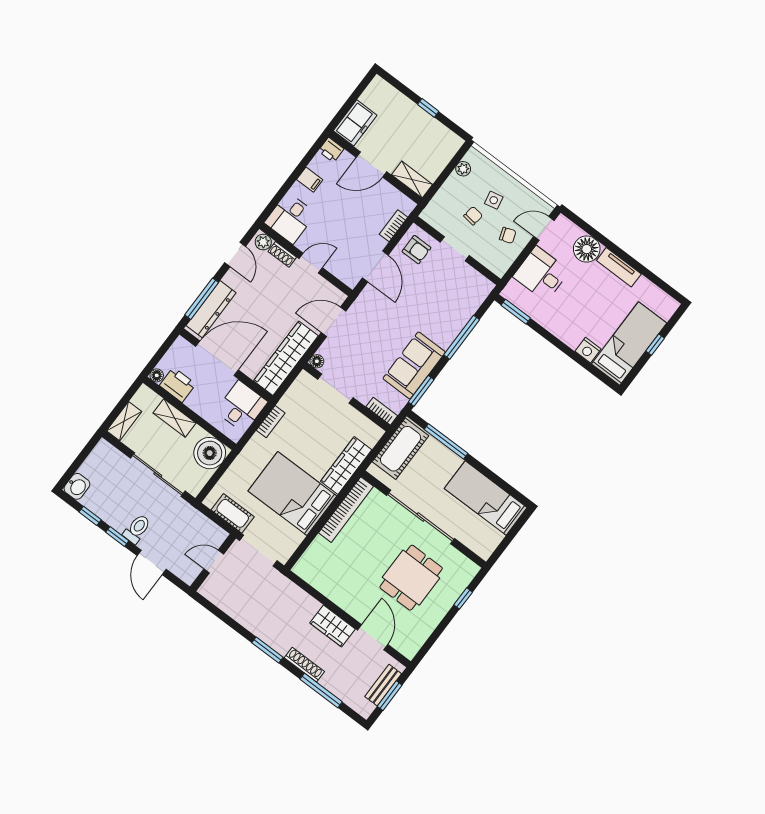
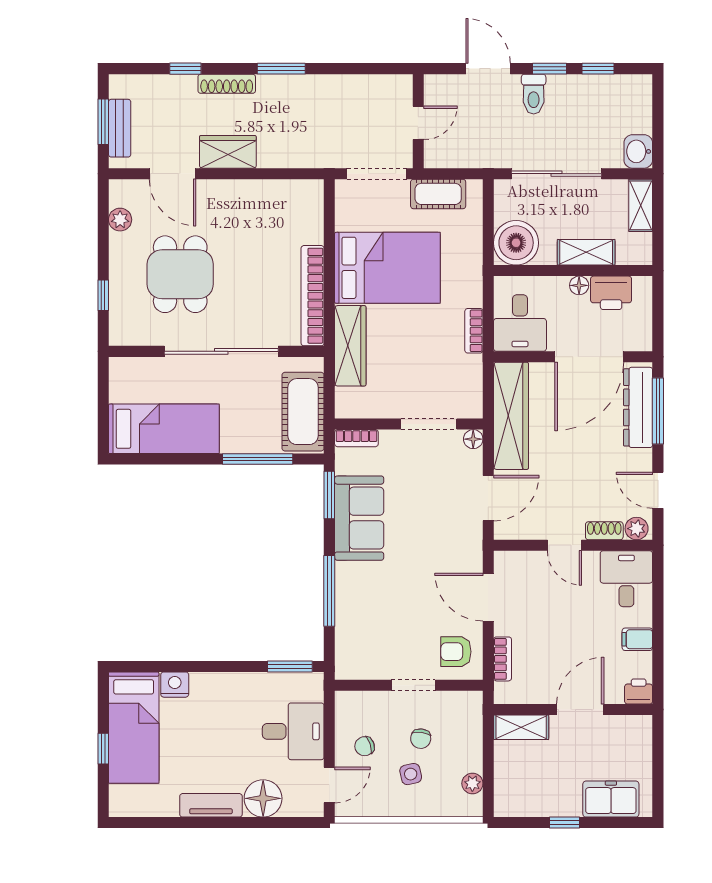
freezer: (355, 123) -> (611, 799), moved, turned 90
door: (311, 263) -> (564, 545), hinge flipped
floor lamp: (157, 375) -> (579, 285), moved
washbasin: (77, 486) -> (638, 151), moved
plant: (422, 634) -> (120, 220), added
window: (321, 691) -> (185, 69), width x0.46

